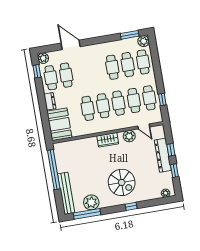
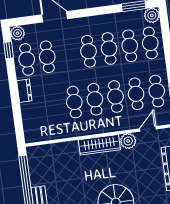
cafe table: (97, 70) -> (88, 51), added
booth: (59, 124) -> (36, 122), removed
door: (144, 126) -> (148, 129), swing flipped
wardrobe: (108, 140) -> (99, 145), width x1.50

